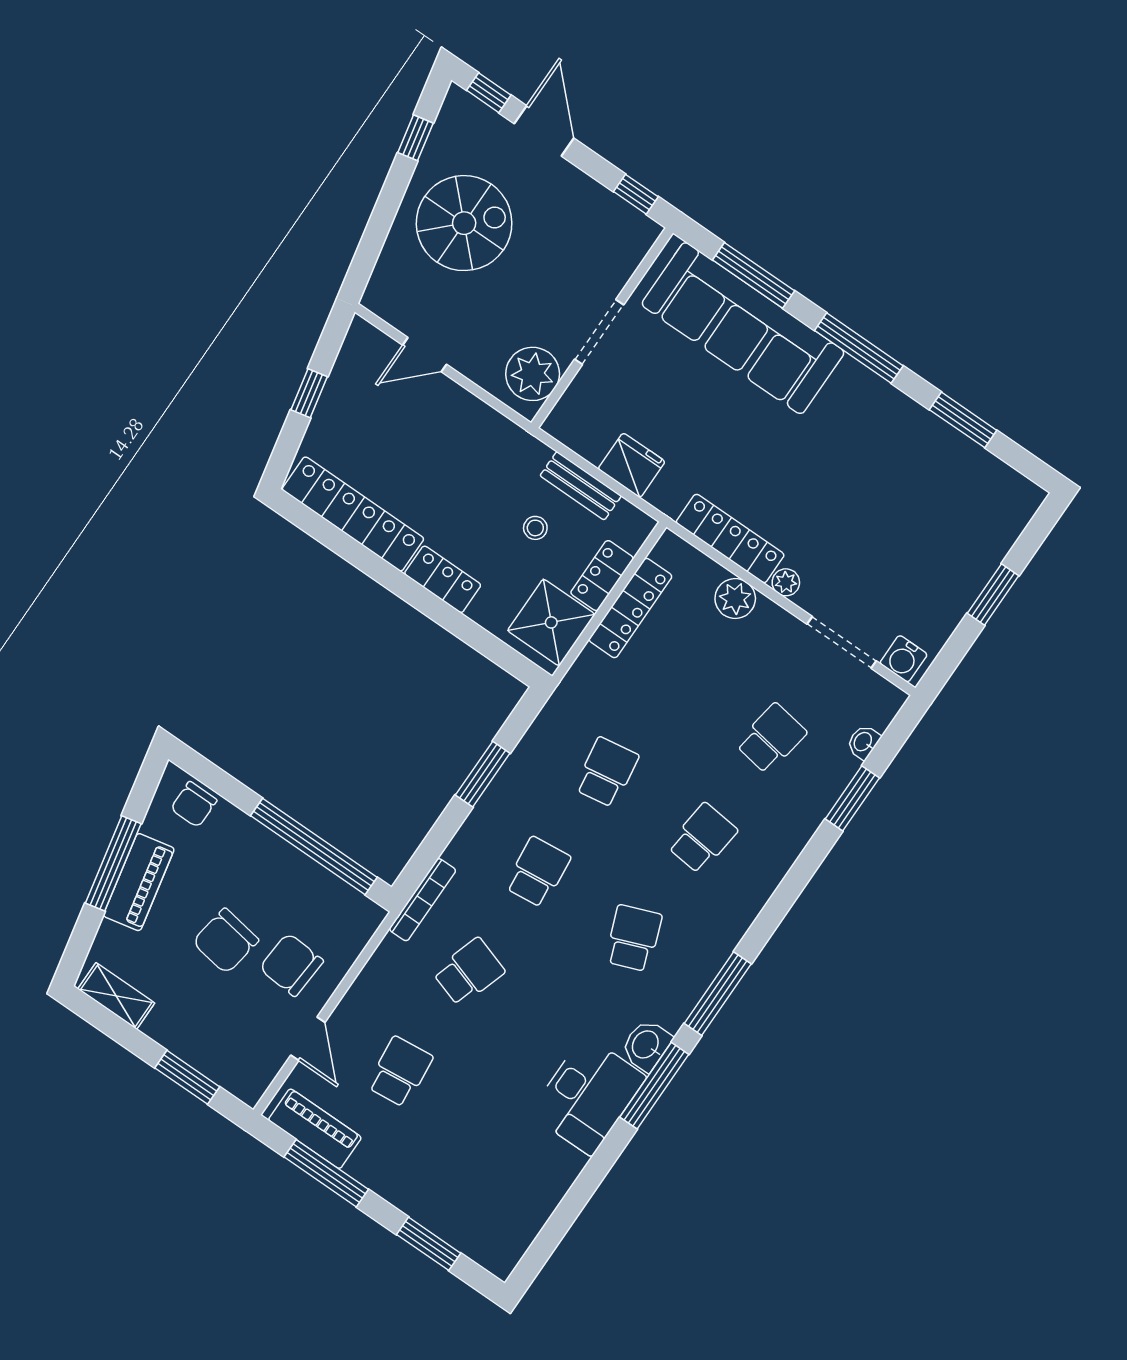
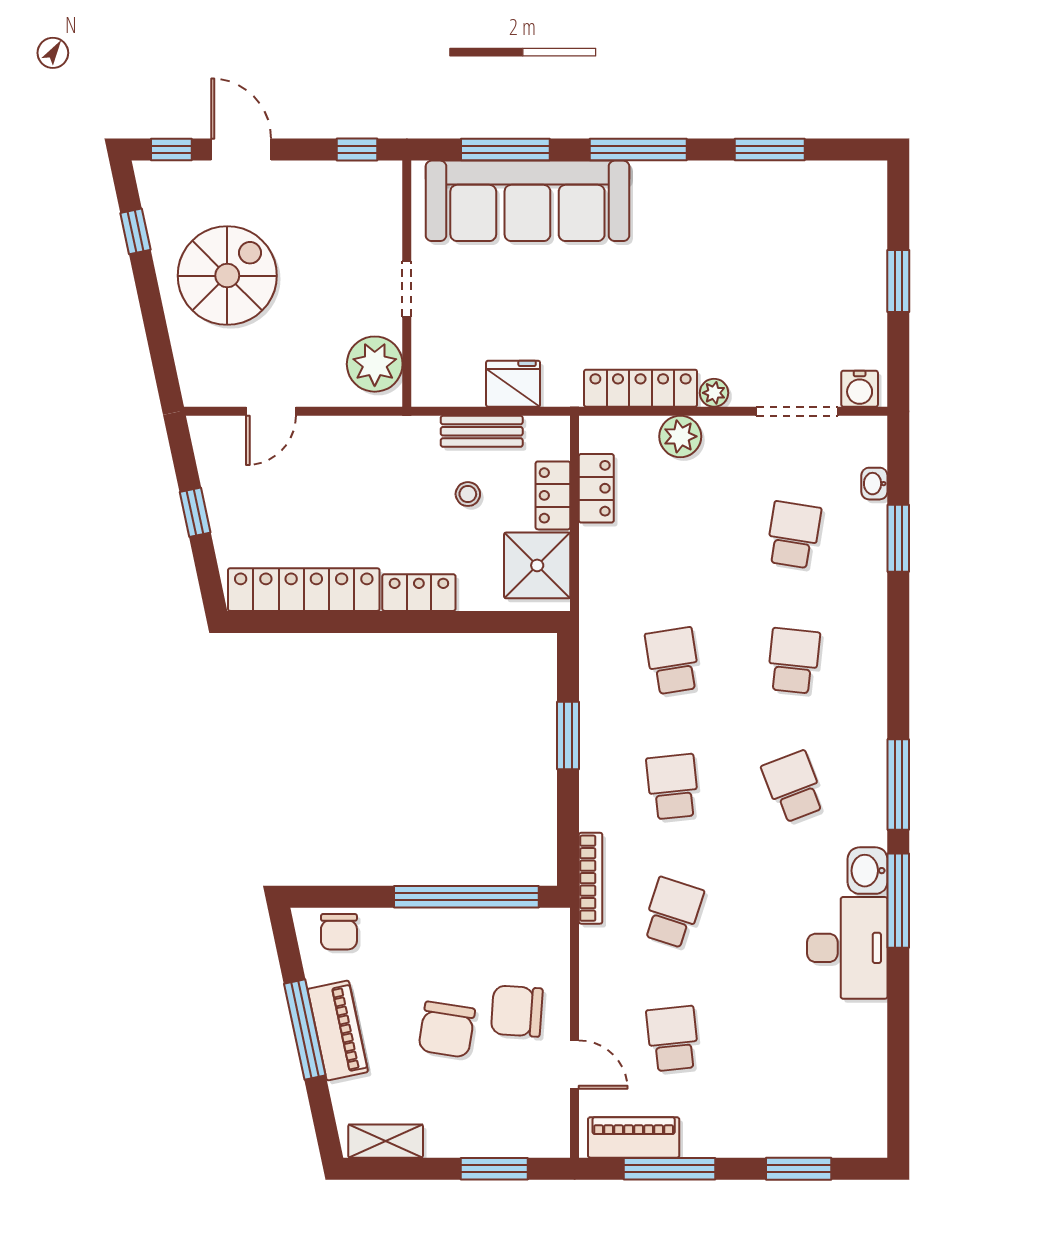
doorway: (599, 332) -> (407, 289), width x0.73
locker: (630, 608) -> (596, 488), width x0.66

